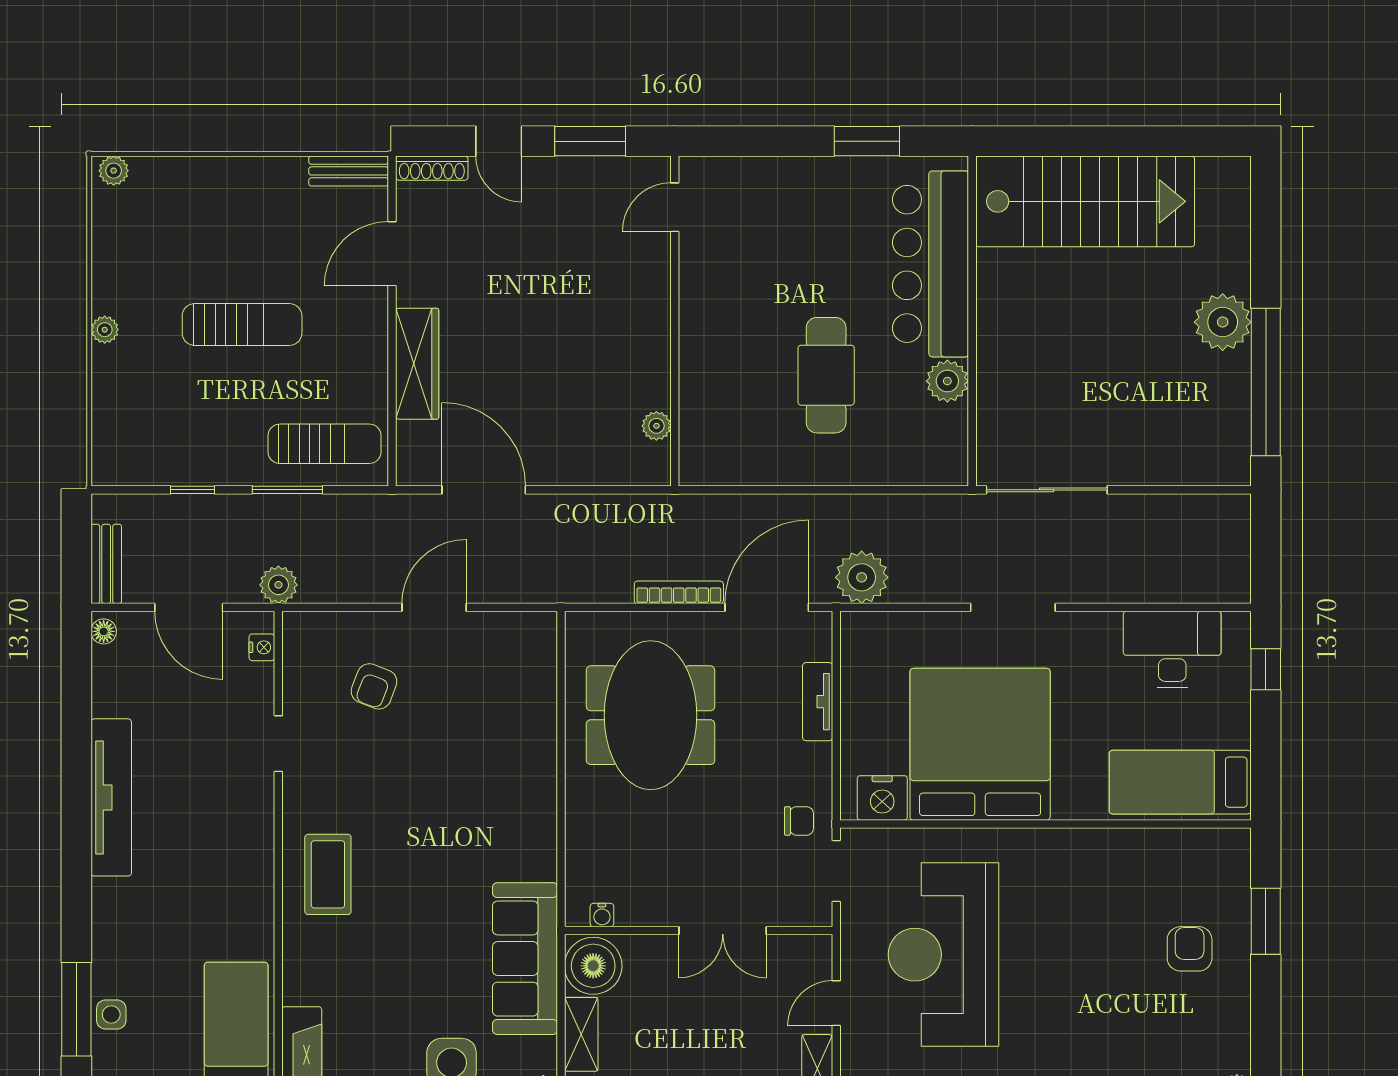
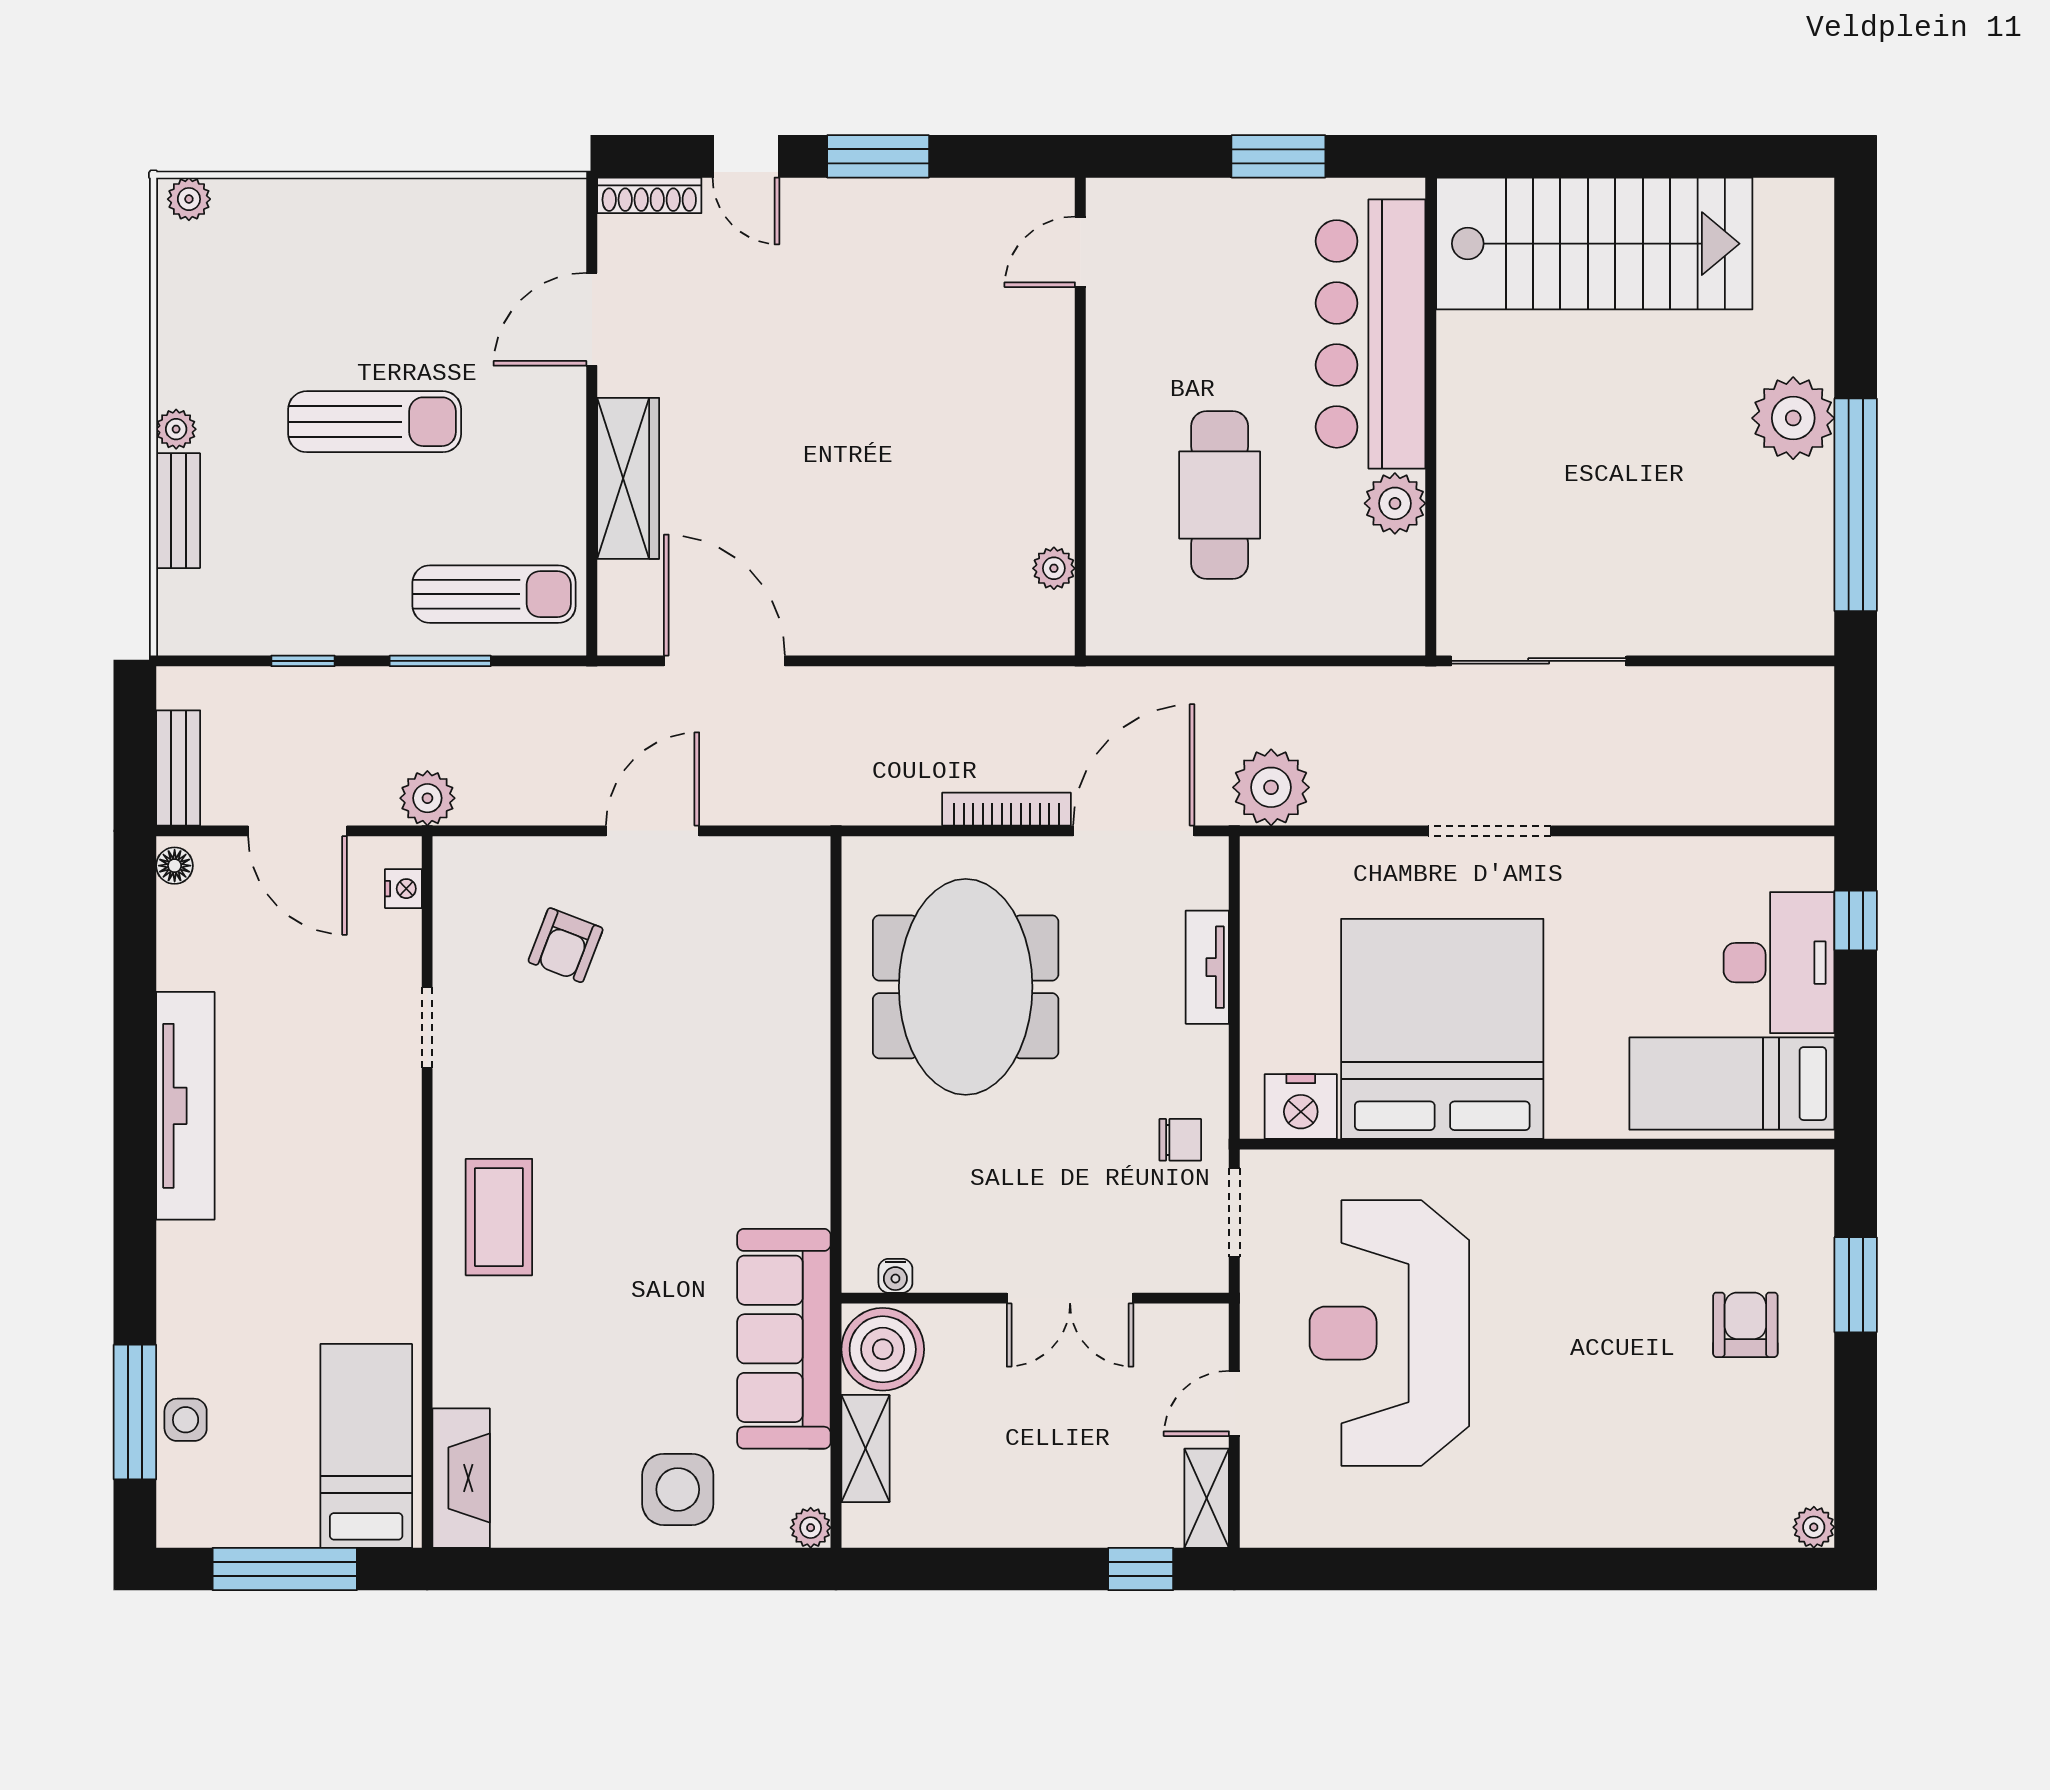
bench: (349, 171) -> (178, 511), moved, turned 90
door: (675, 207) -> (1080, 252), moved
wall: (675, 321) -> (1080, 417), moved
plant: (656, 426) -> (1054, 568), moved
desk: (1172, 649) -> (1779, 963), moved, turned 90

